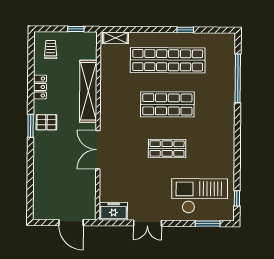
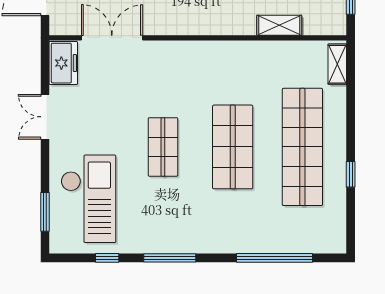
shelving: (88, 91) -> (279, 25), width x0.45, depth x0.75
window: (237, 145) -> (170, 258), added
double door: (98, 150) -> (112, 38), moved
window: (237, 198) -> (107, 258), moved

